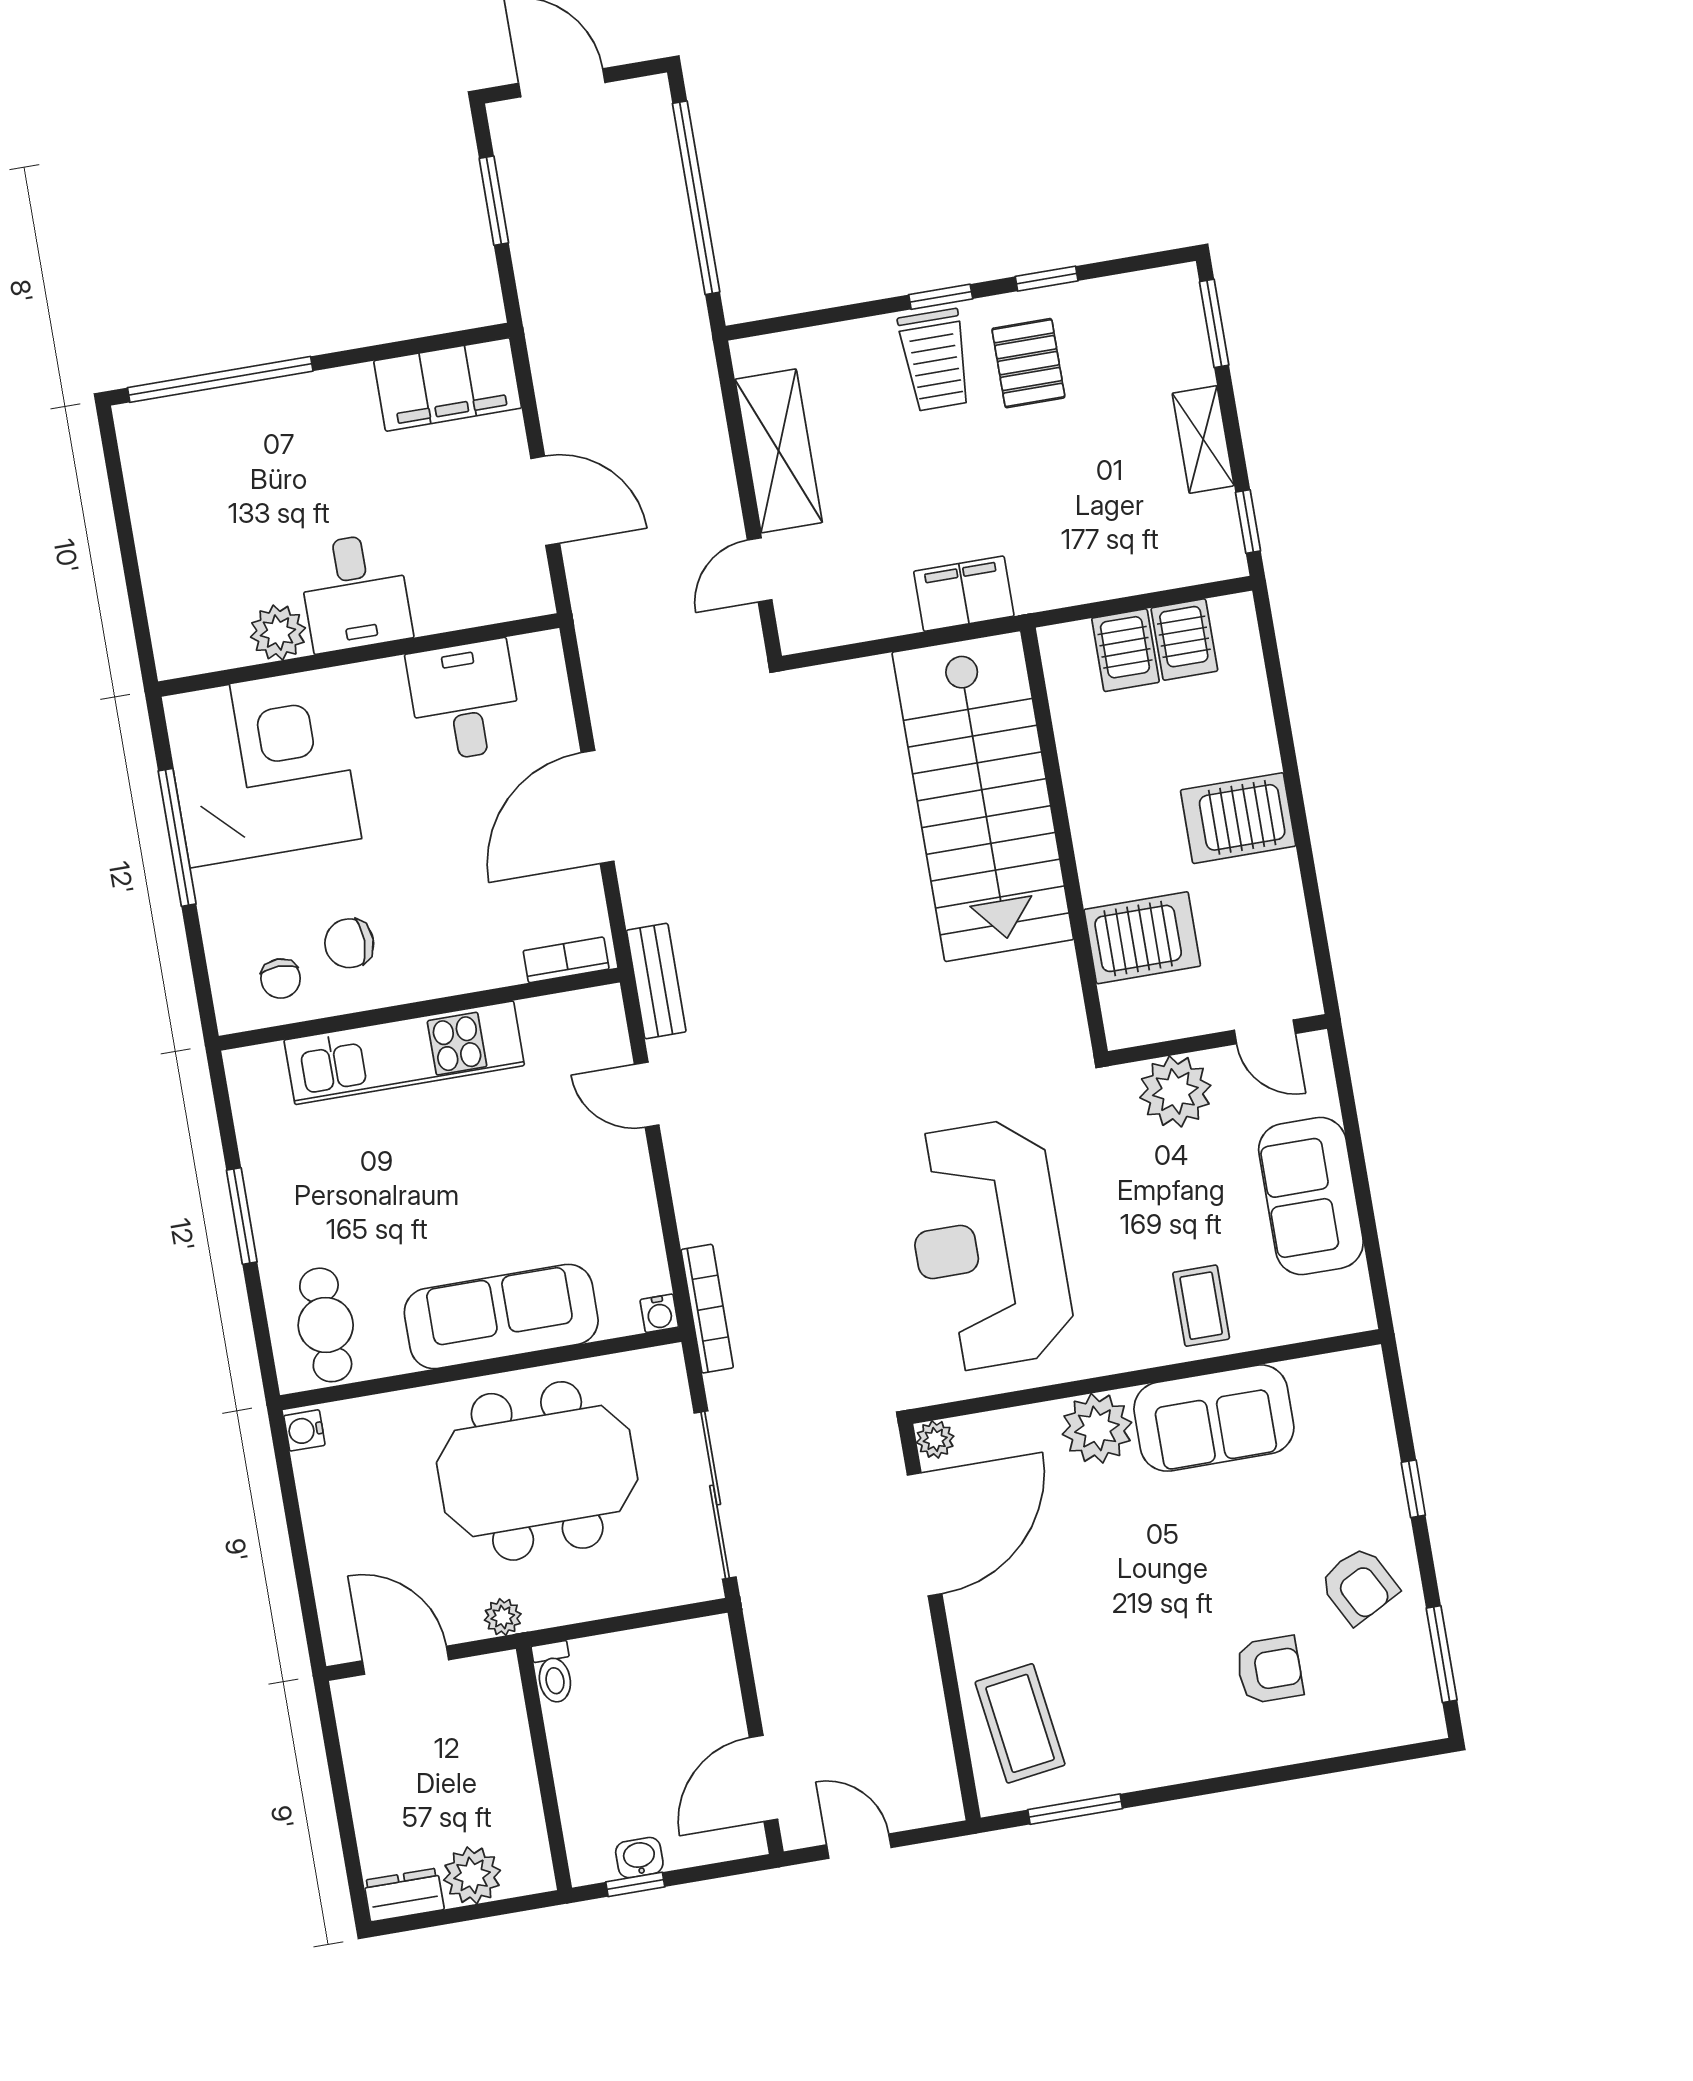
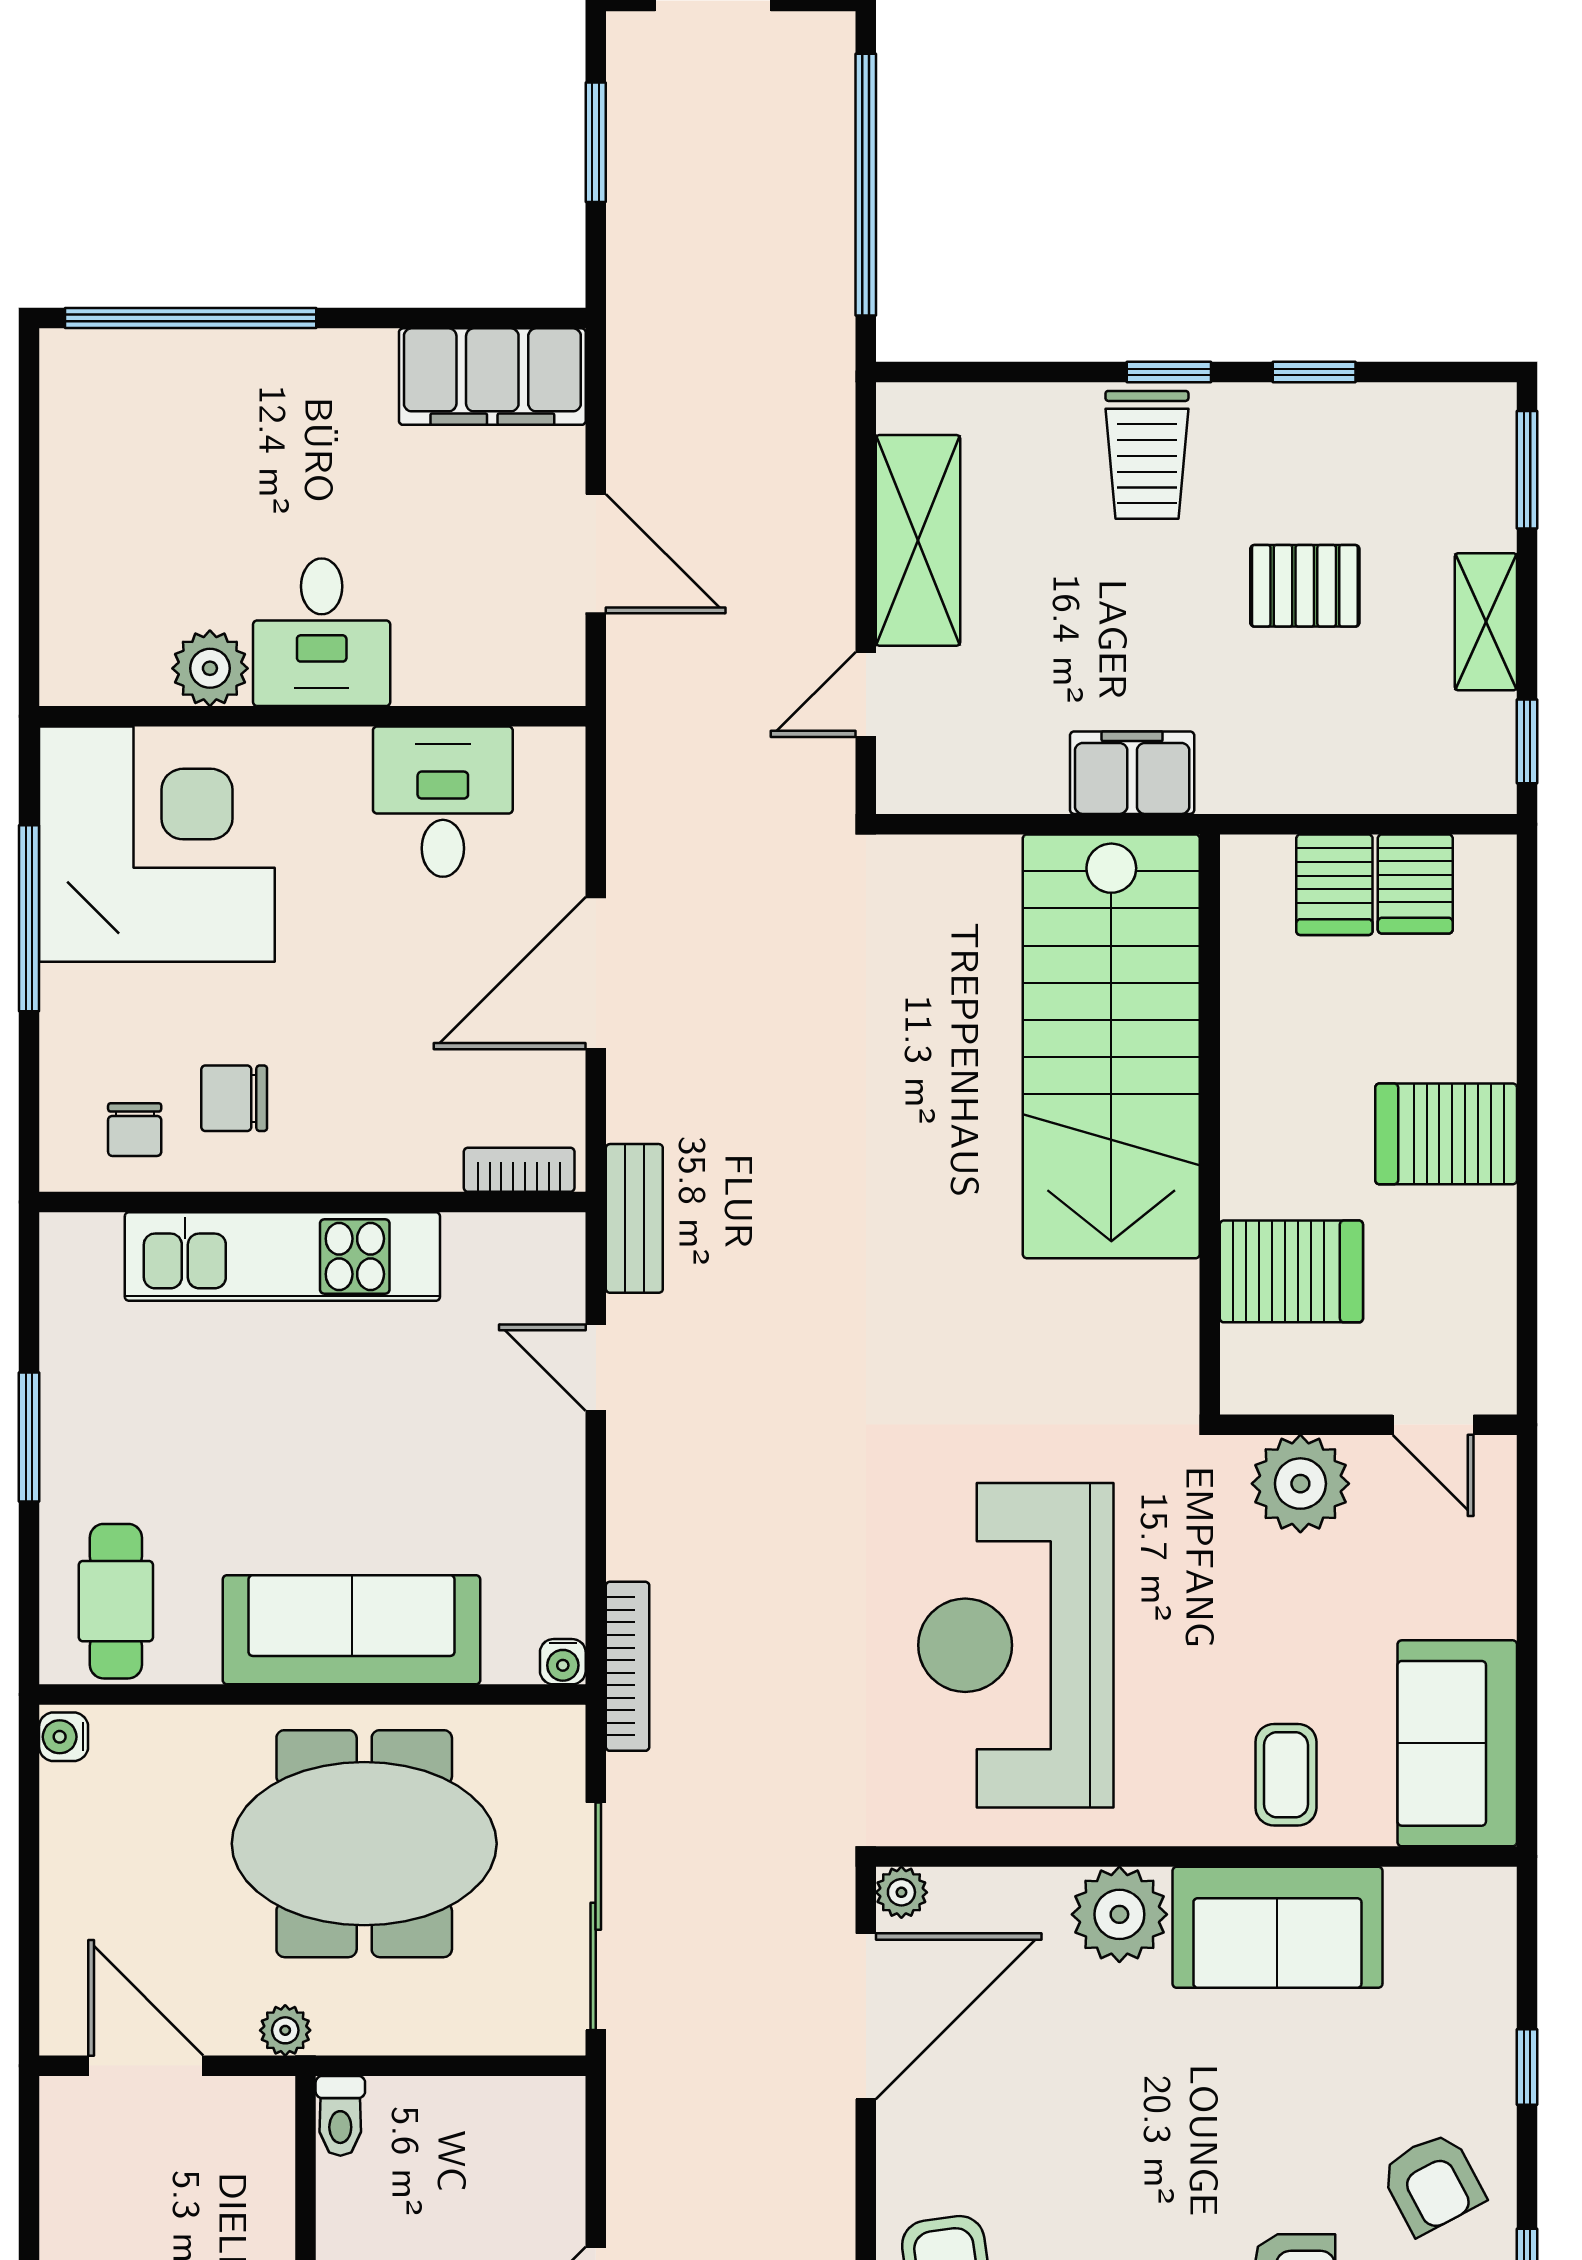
pallet: (1028, 363) -> (1305, 586), moved, turned 90
sofa: (1311, 1196) -> (1457, 1743), moved

